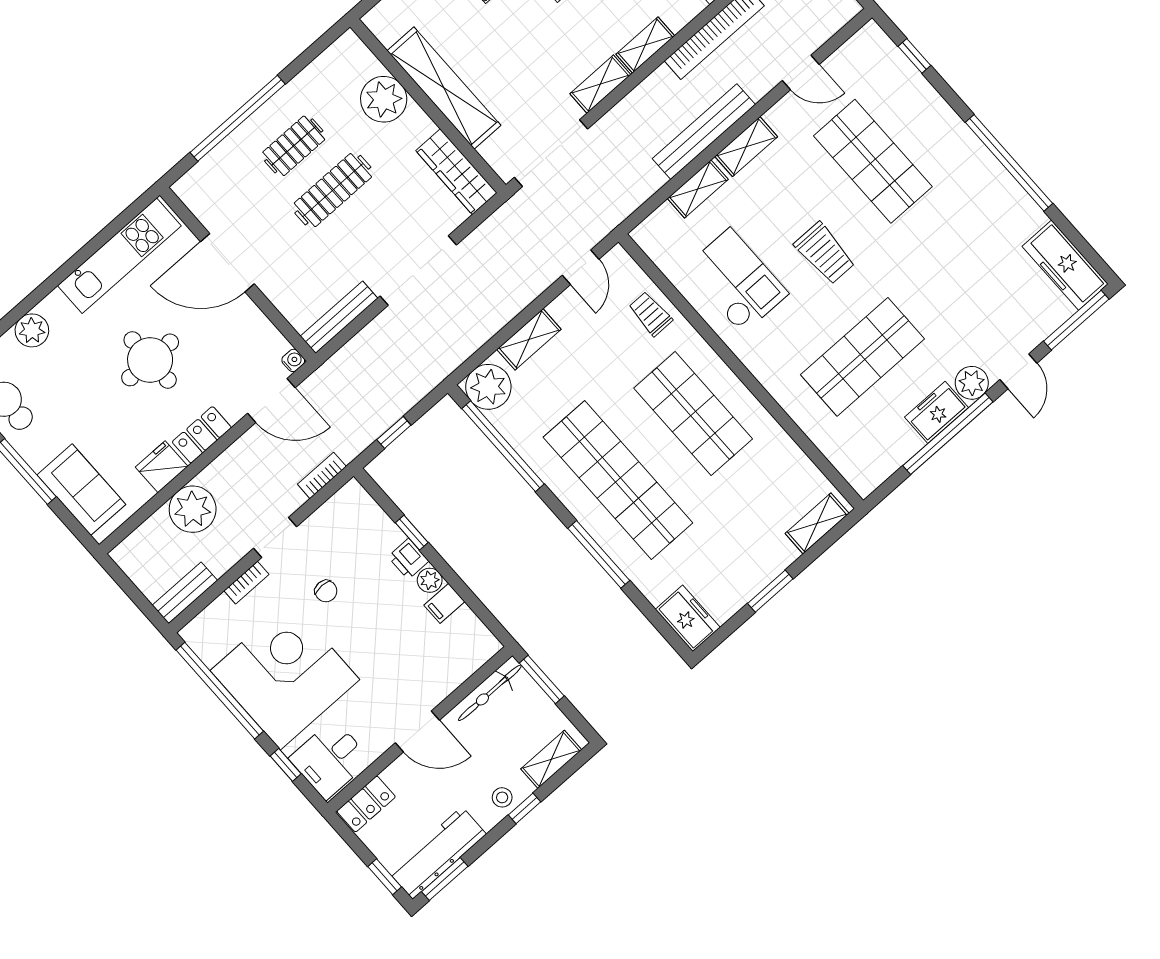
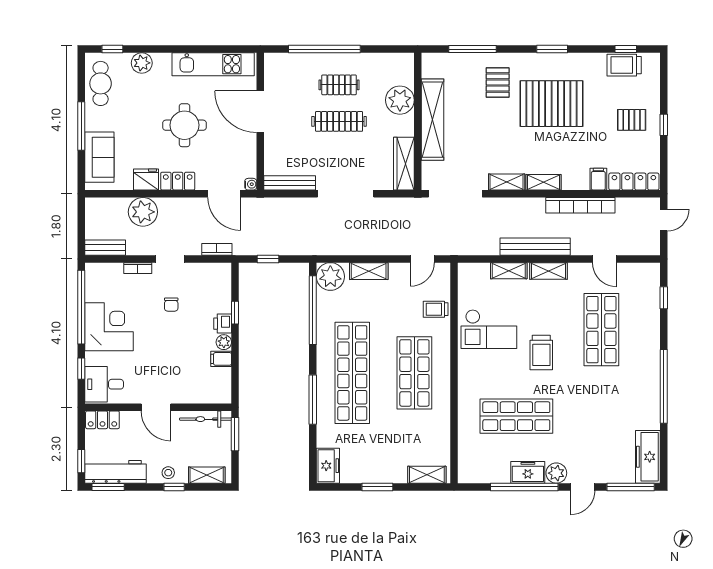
checkout: (736, 281) -> (489, 329), turned 90
trolley: (651, 314) -> (436, 309), turned -90
corner desk: (285, 675) -> (109, 327), width x0.74, depth x0.74

